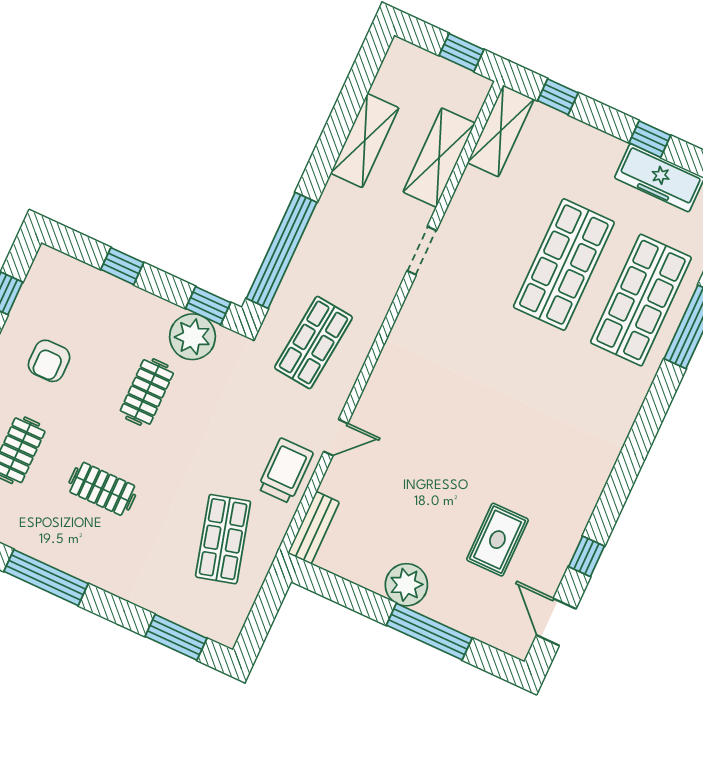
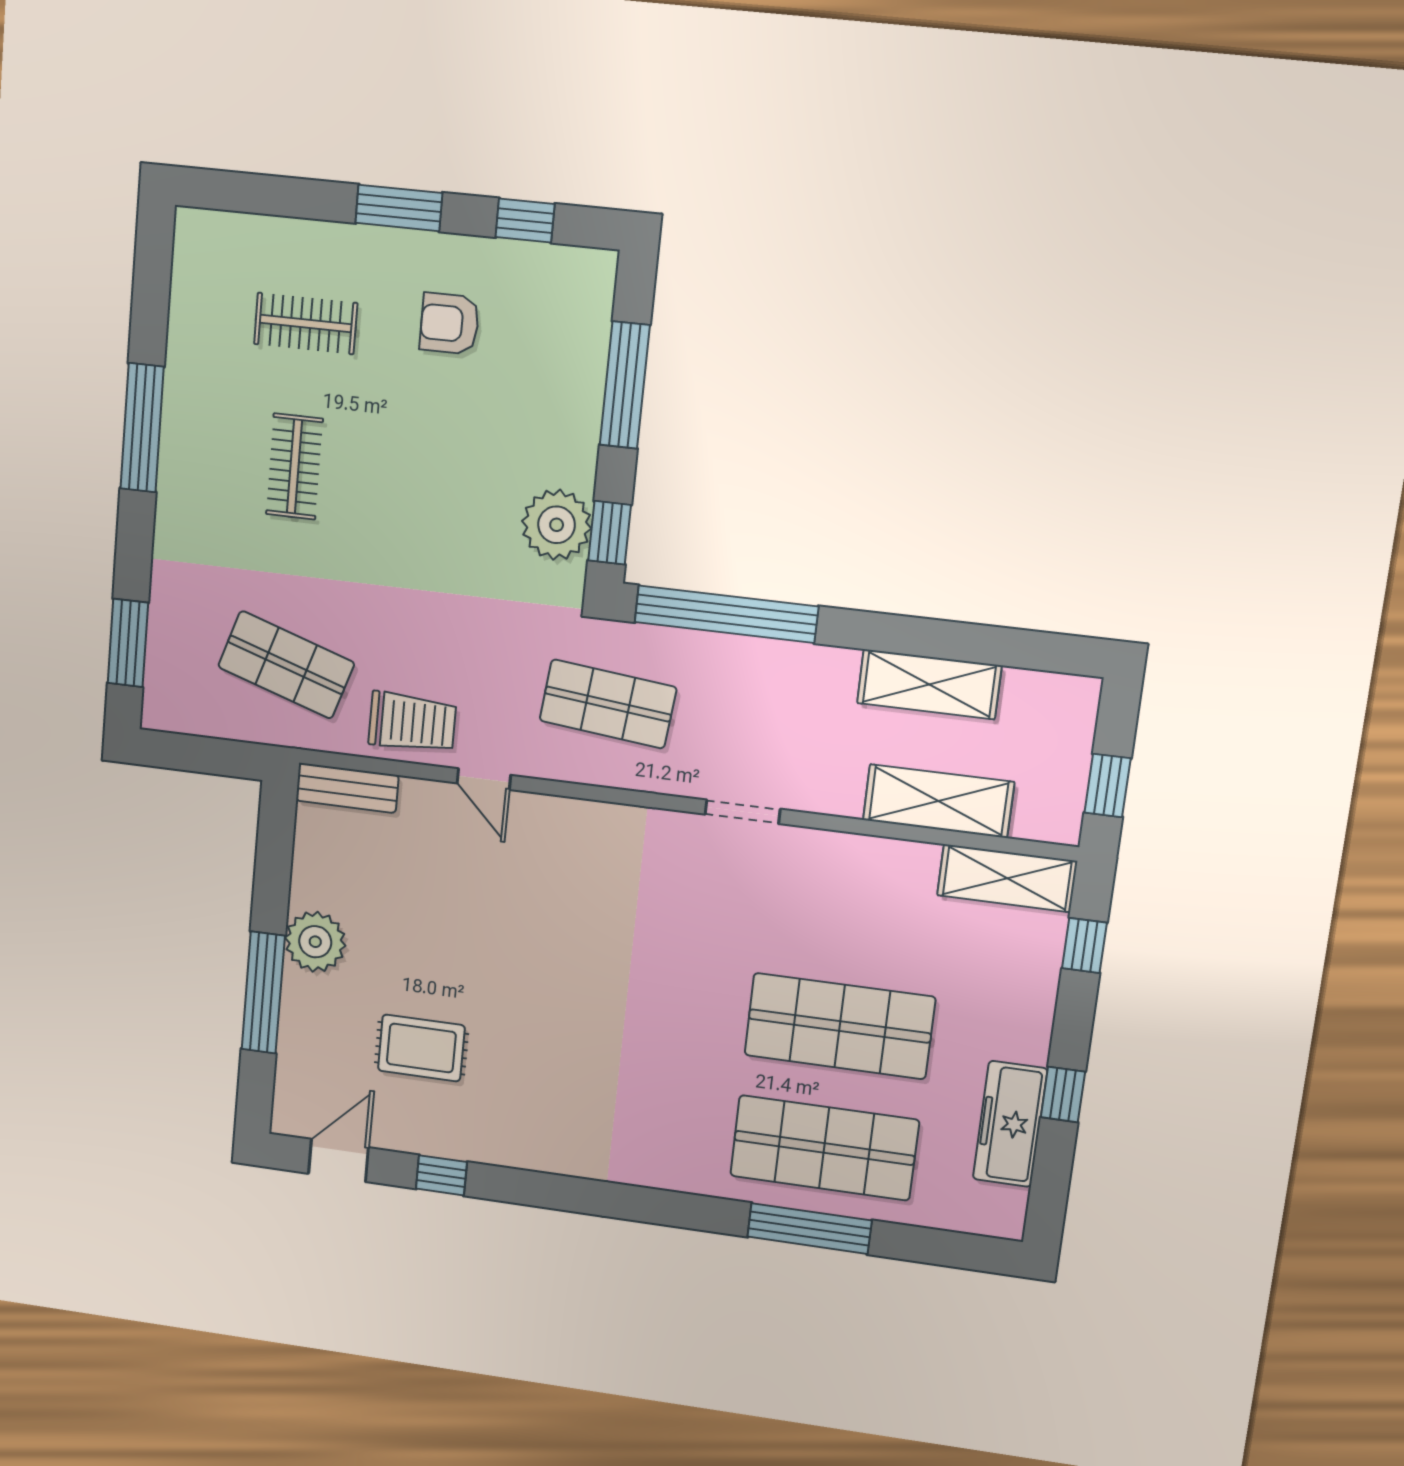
doorway: (422, 251) -> (743, 812), moved
window: (122, 266) -> (625, 385), width x2.17
clothes rail: (147, 392) -> (454, 484), removed
shop shelf: (223, 539) -> (286, 665), turned 33

